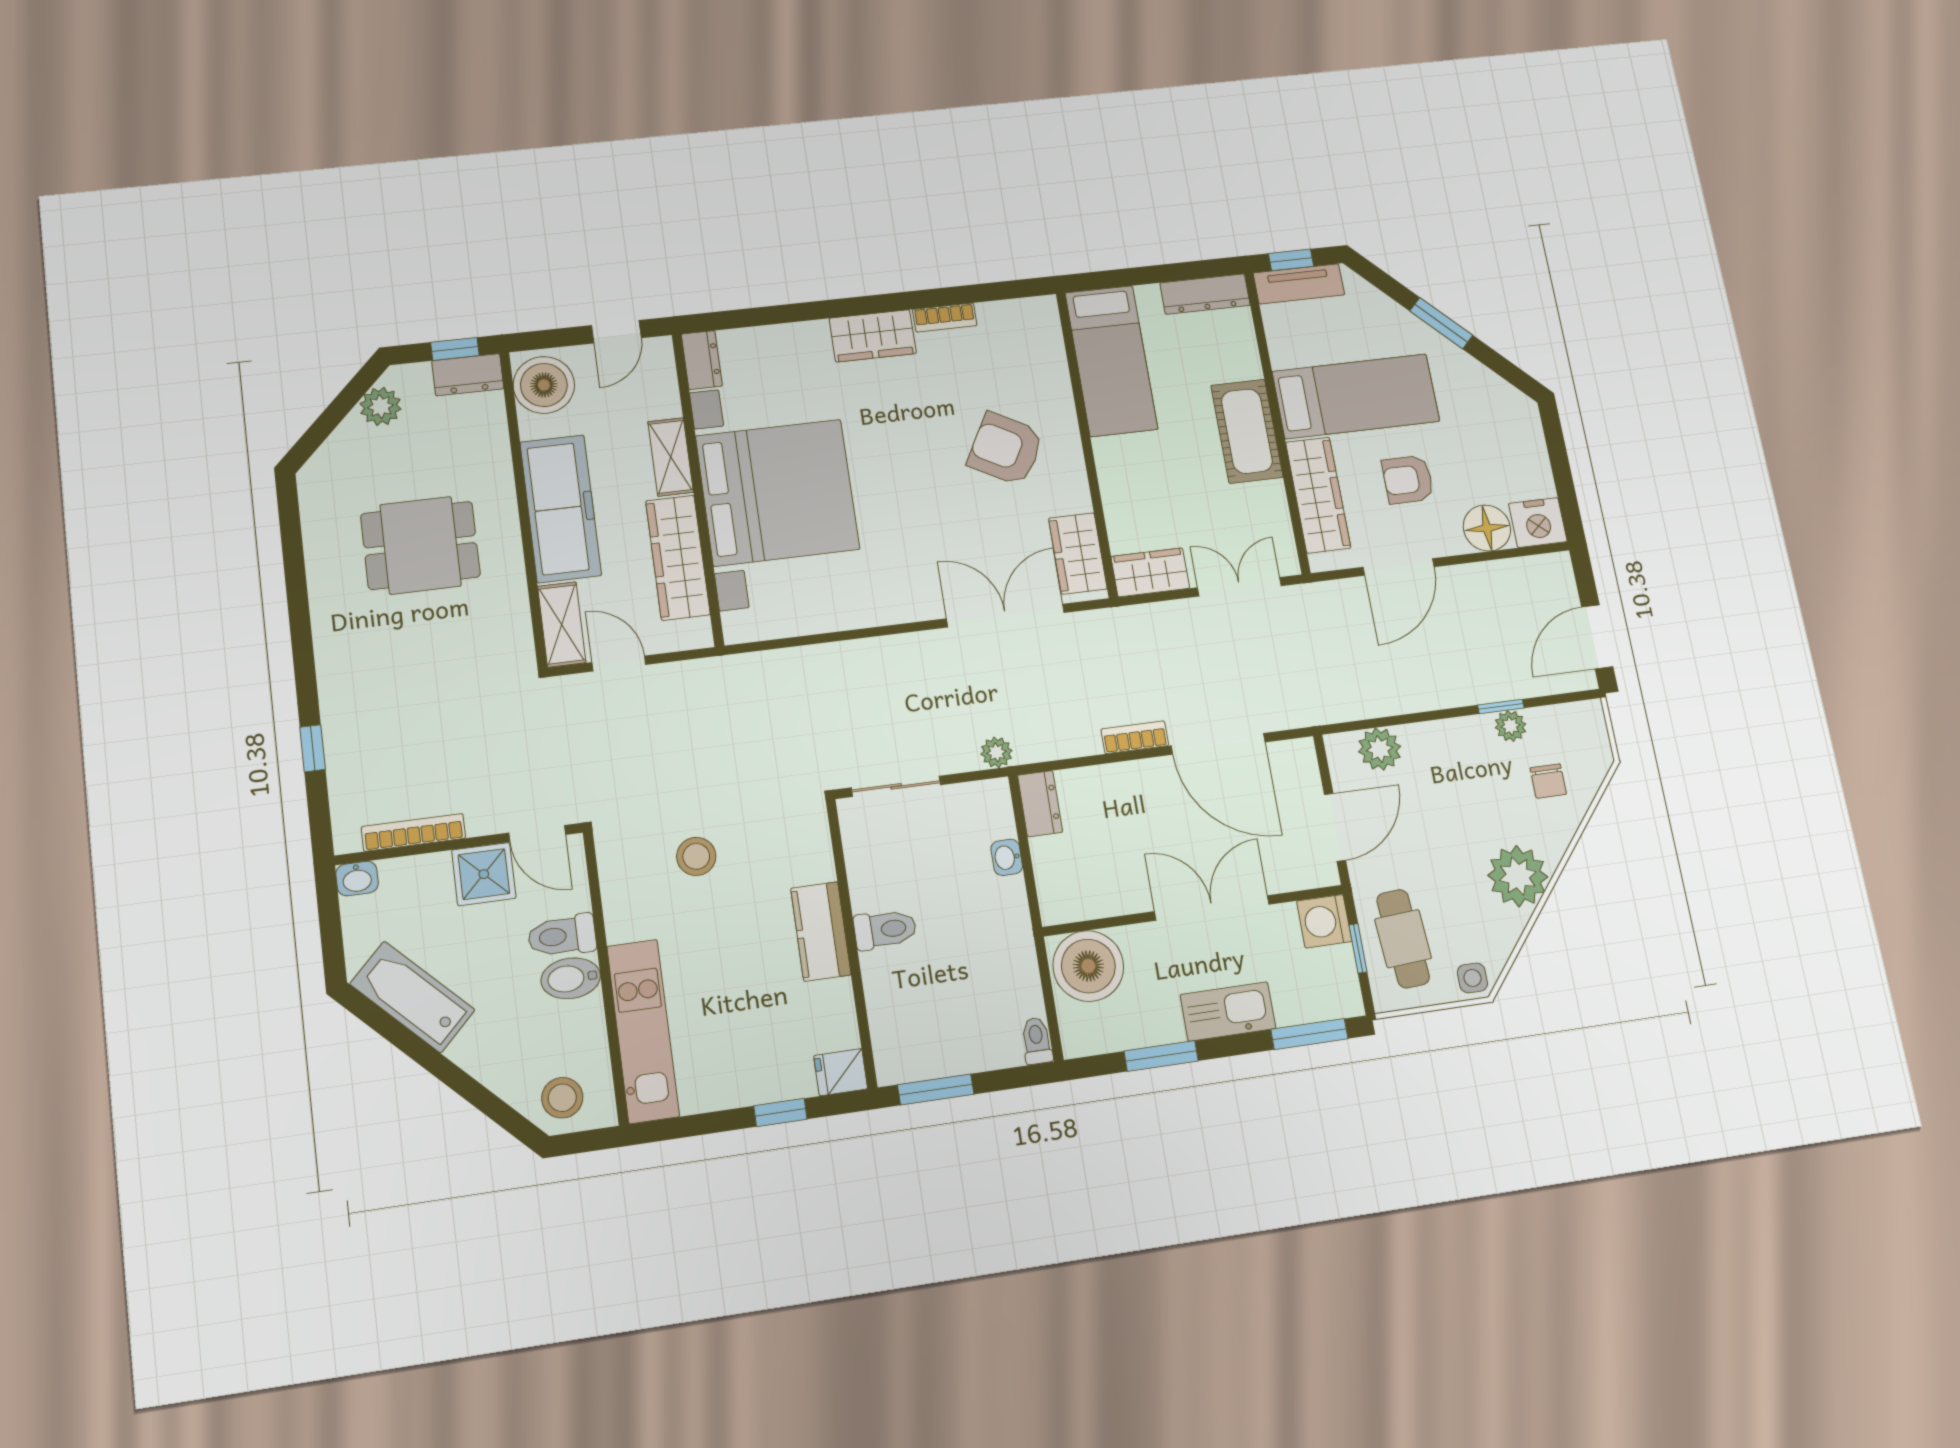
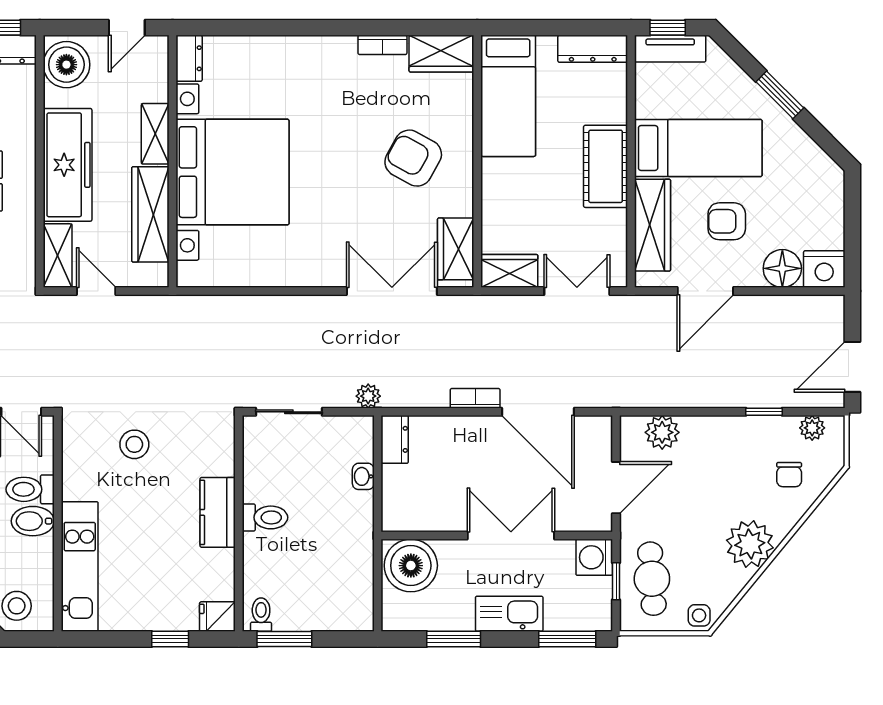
wardrobe: (873, 336) -> (441, 54), moved
plant: (1510, 726) -> (812, 428), moved
toilet: (1037, 1041) -> (261, 615), moved

